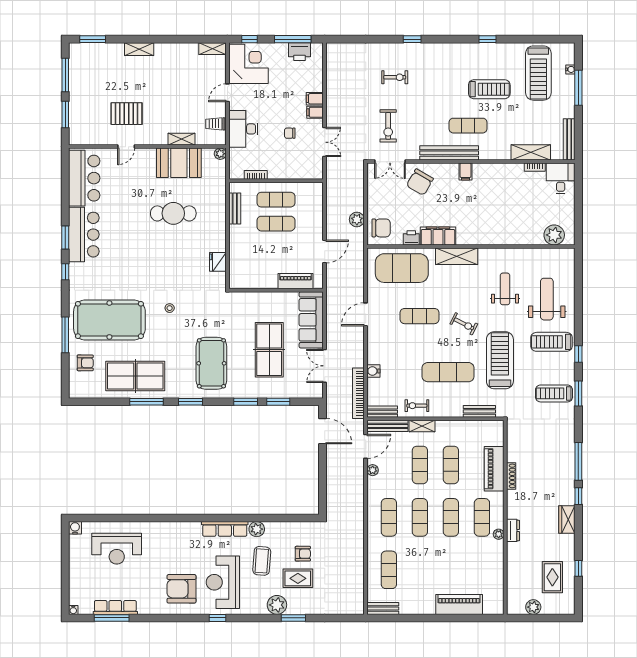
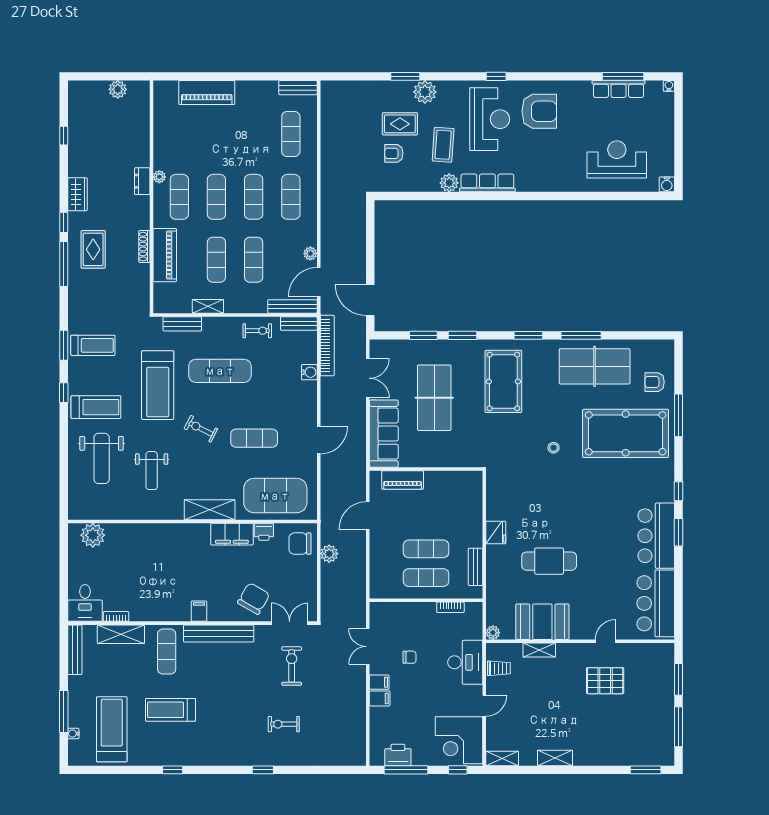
shelving: (139, 49) -> (555, 758), moved
exercise mat: (468, 126) -> (167, 652), moved, turned 90
fridge: (218, 262) -> (496, 533), moved
shelving: (422, 426) -> (208, 306), moved
rug: (552, 577) -> (93, 249), moved

